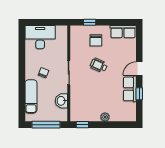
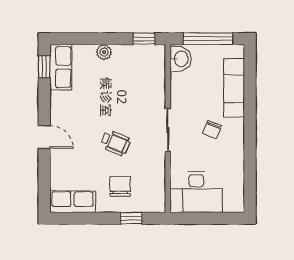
desk: (40, 37) -> (196, 192), moved
door: (139, 68) -> (44, 137), hinge flipped
row of seats: (130, 89) -> (61, 67), moved
window: (139, 94) -> (44, 67), moved
washbasin: (61, 101) -> (181, 59), moved

